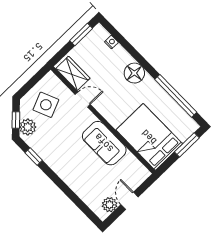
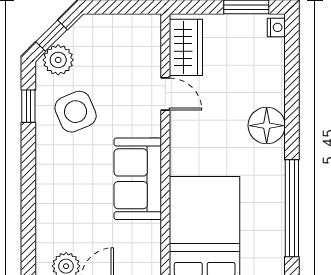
nightstand: (111, 42) -> (276, 27), moved
side table: (46, 105) -> (76, 112), moved

